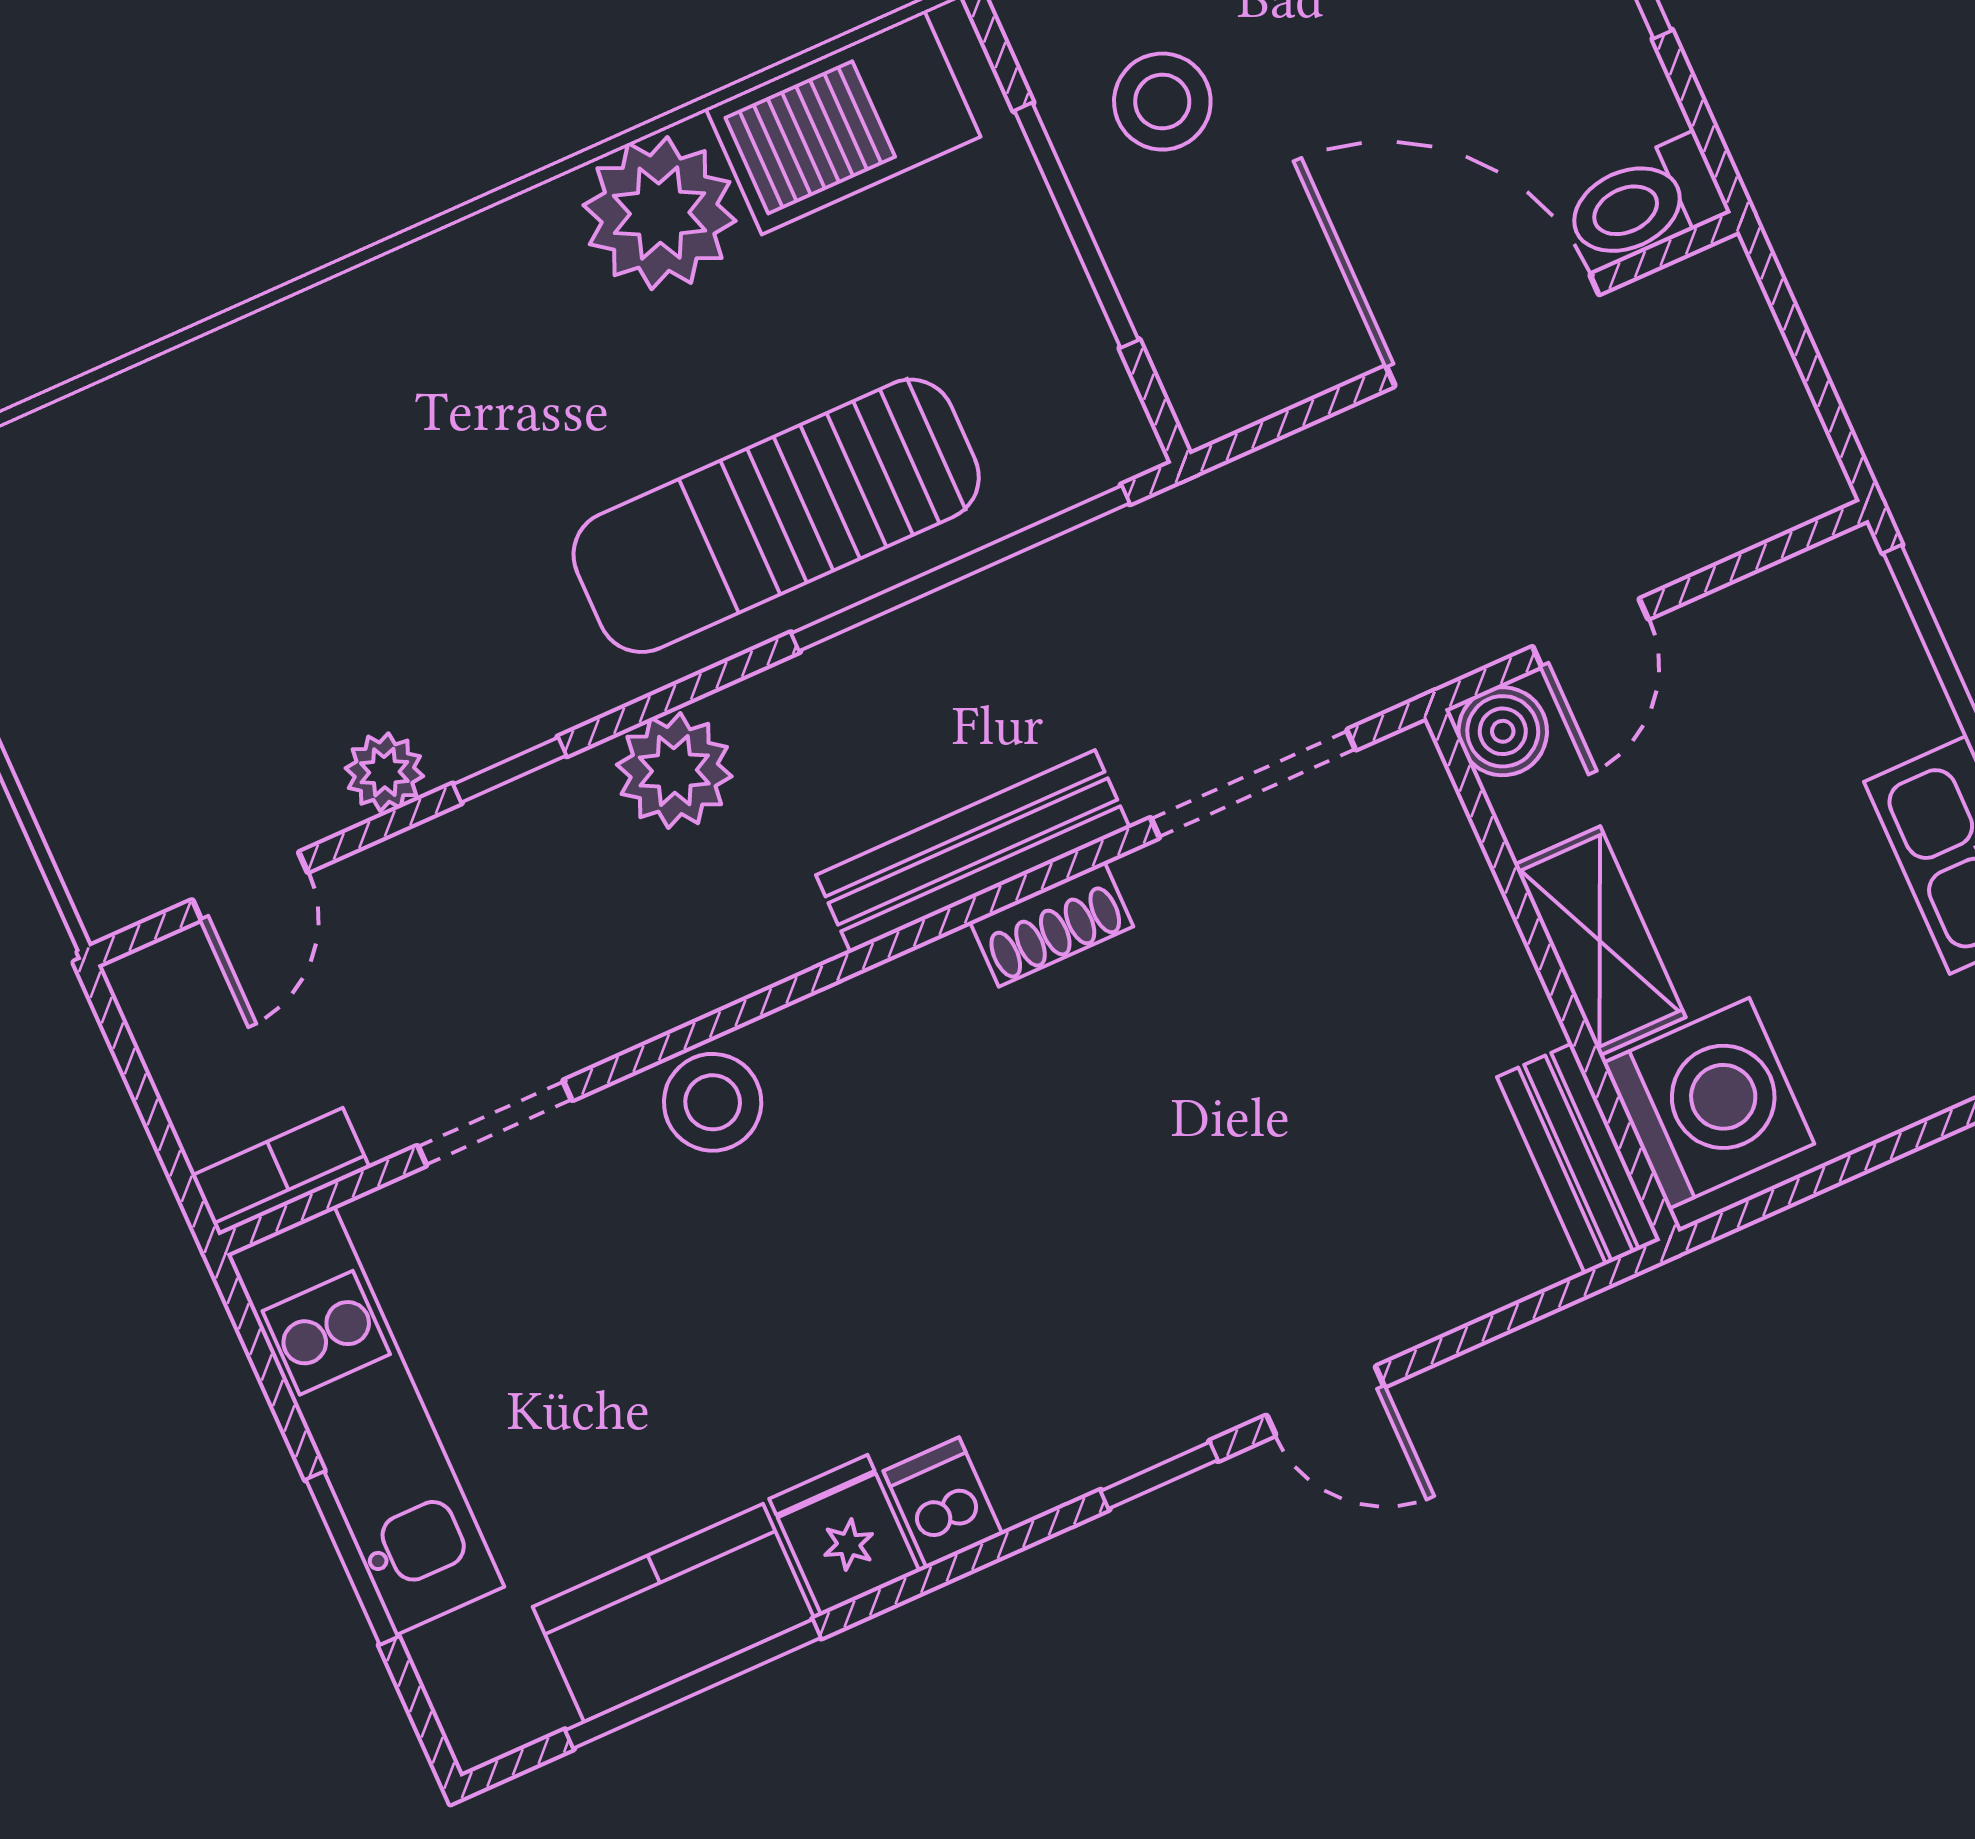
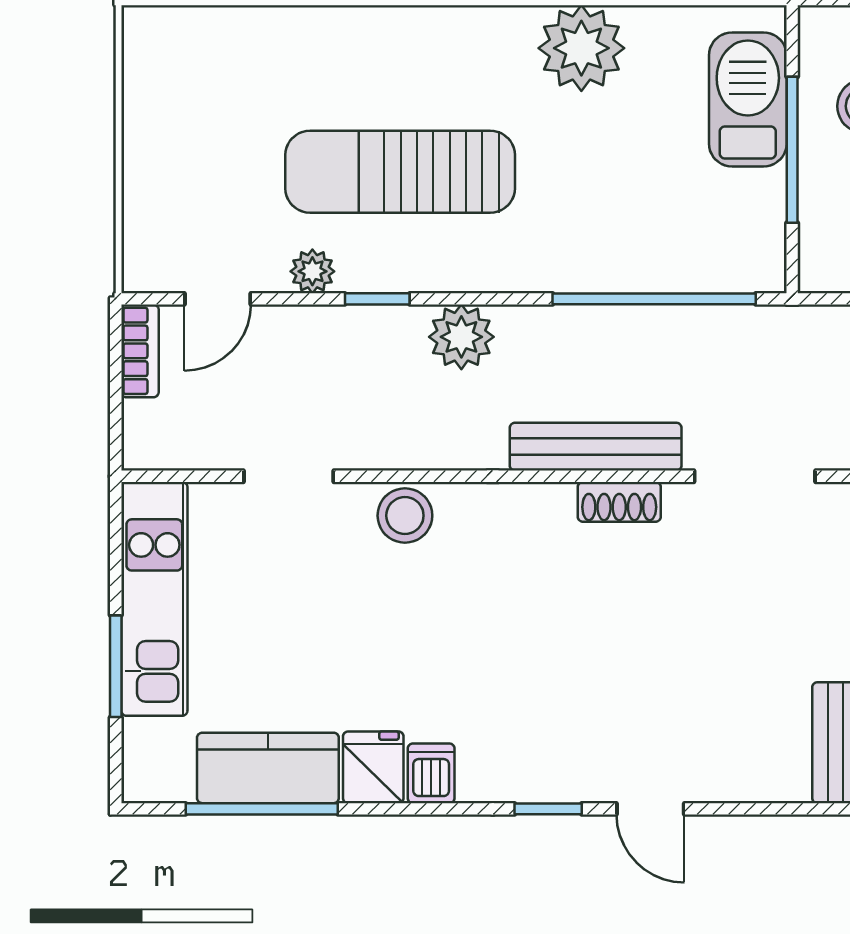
barbecue: (843, 123) -> (748, 99), moved, turned 90
sun lounger: (776, 516) -> (400, 172), moved
bookcase: (281, 1172) -> (140, 351), moved, turned 90

